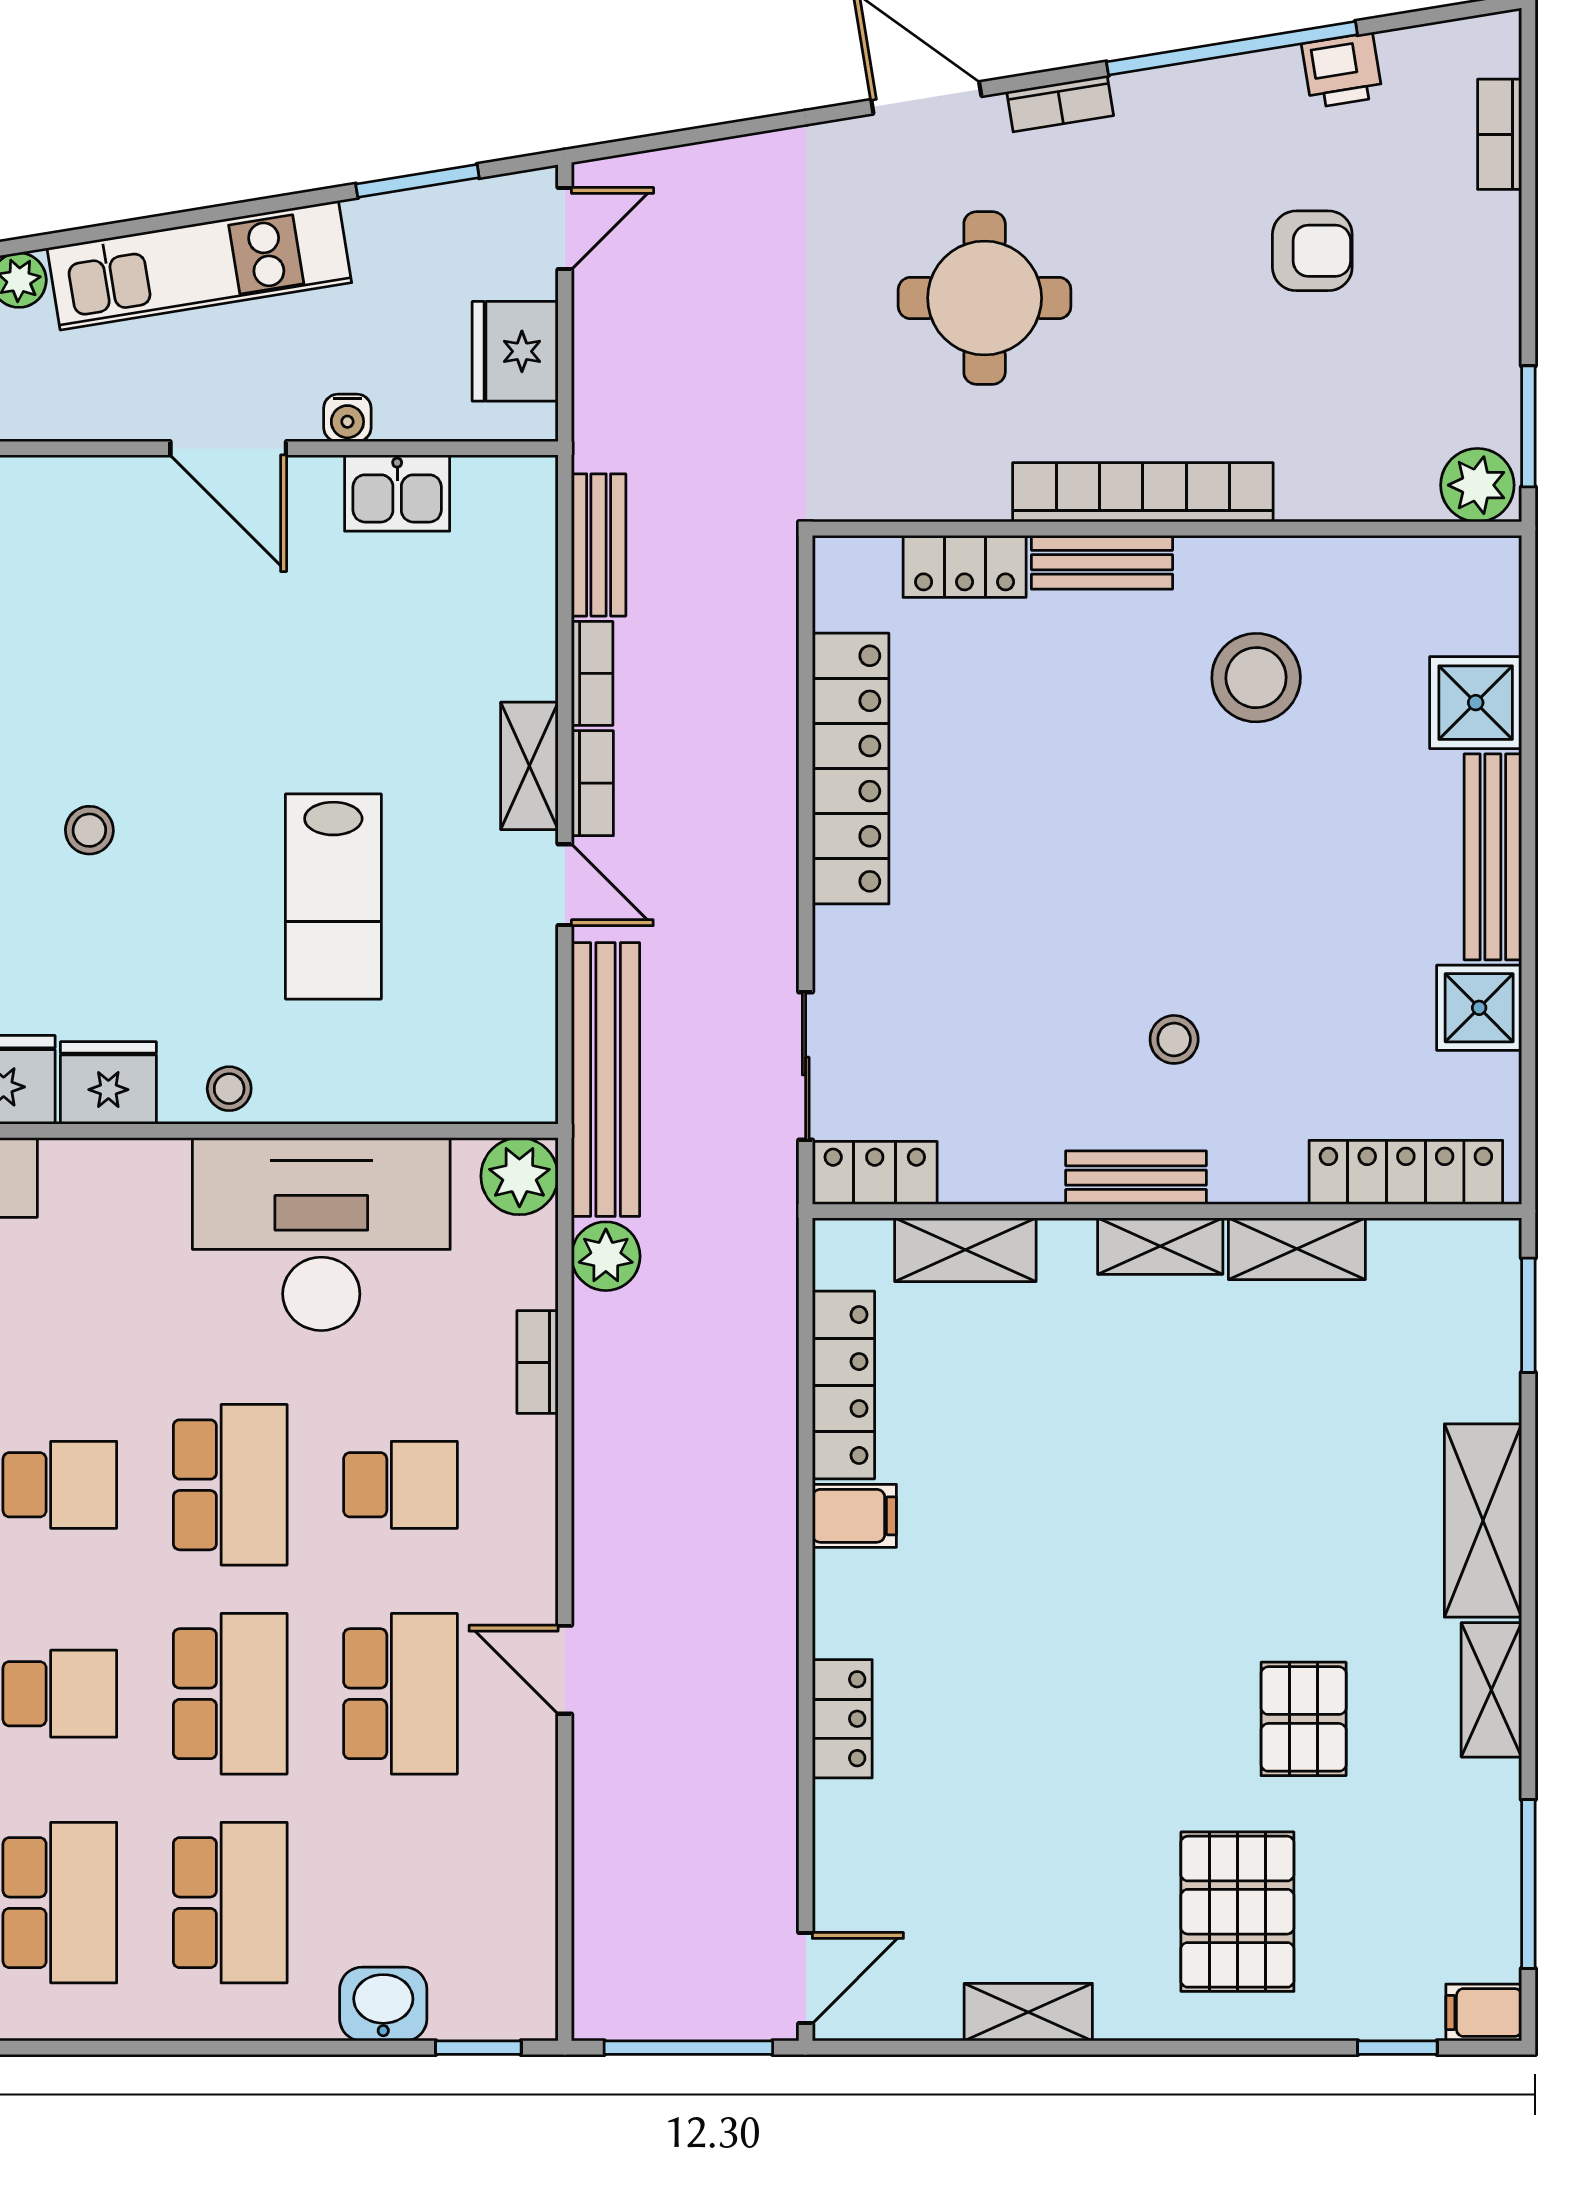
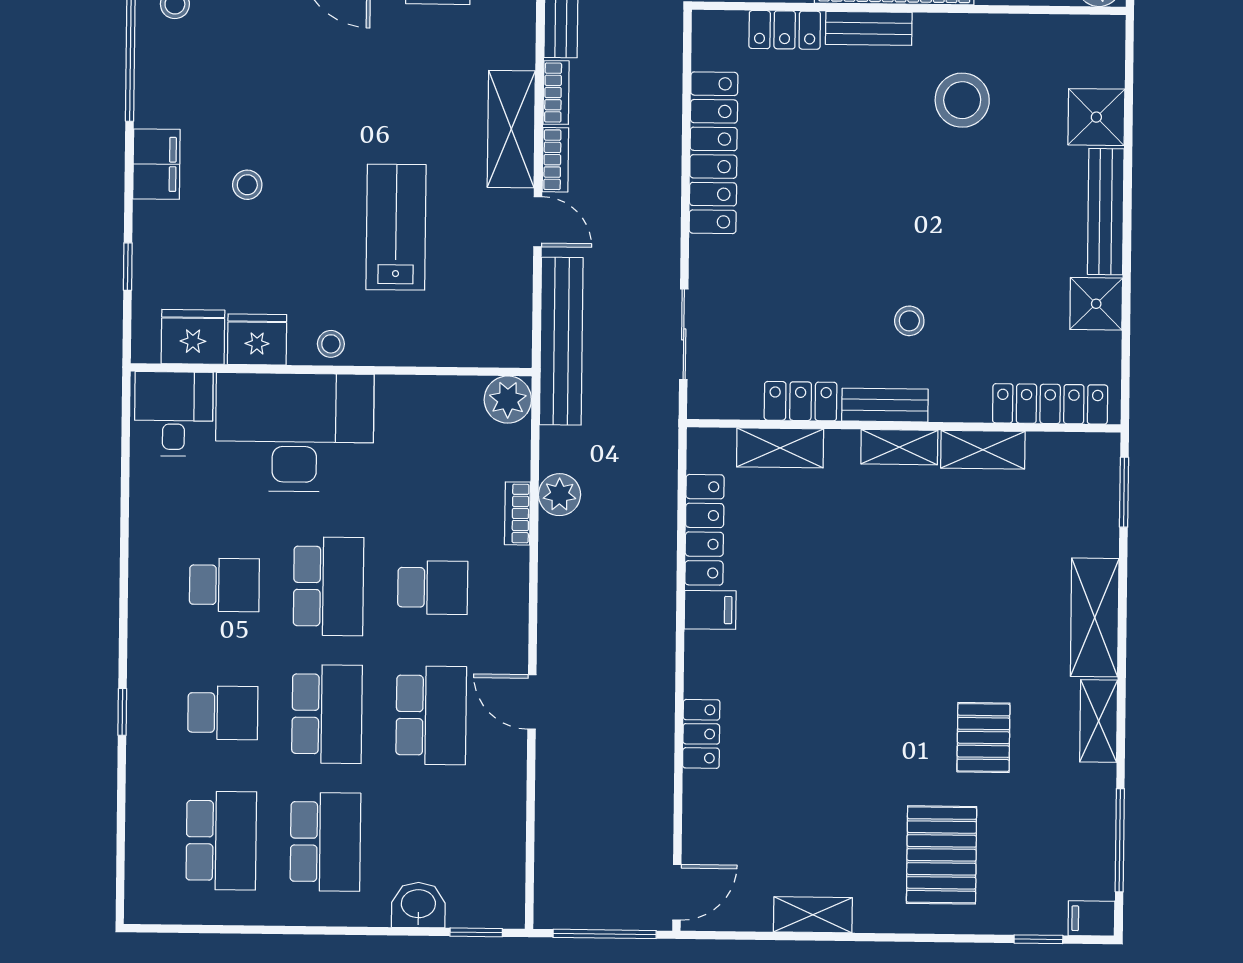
shelving: (529, 766) -> (511, 129), width x1.50, depth x1.33
lab bench: (333, 897) -> (396, 227), turned 180
locker: (875, 1173) -> (801, 401), moved
desk: (321, 1234) -> (295, 432), moved
plant: (606, 1256) -> (559, 495), moved

